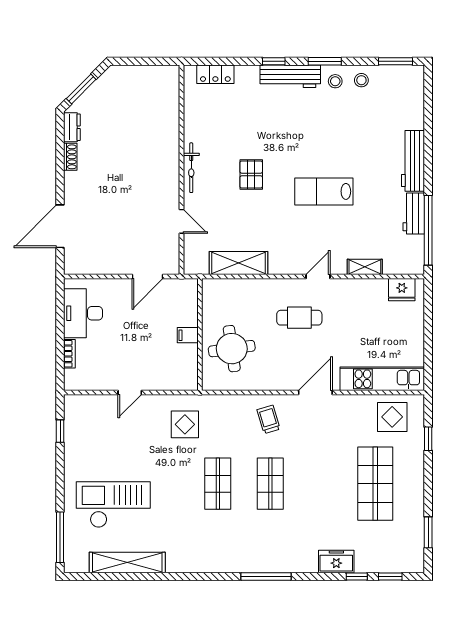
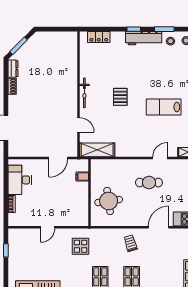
shelving: (239, 263) -> (97, 150), moved
filing cabinet: (188, 335) -> (82, 177), moved

